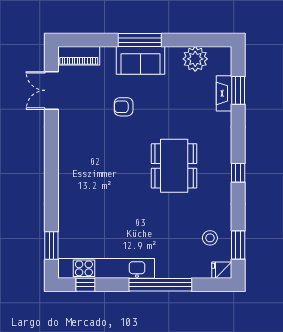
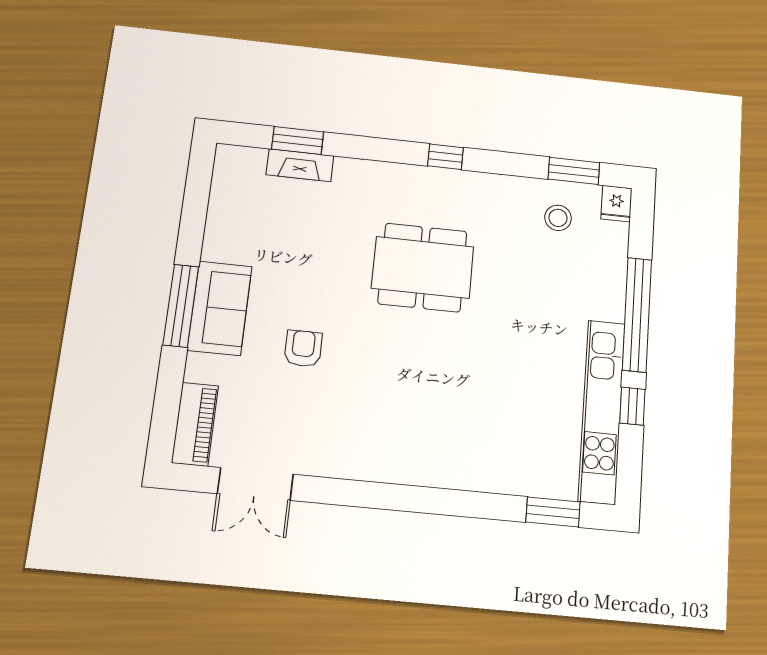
plant: (195, 59) -> (230, 209), removed
armchair: (124, 107) -> (303, 348), turned 180
window: (85, 285) -> (632, 406), moved

